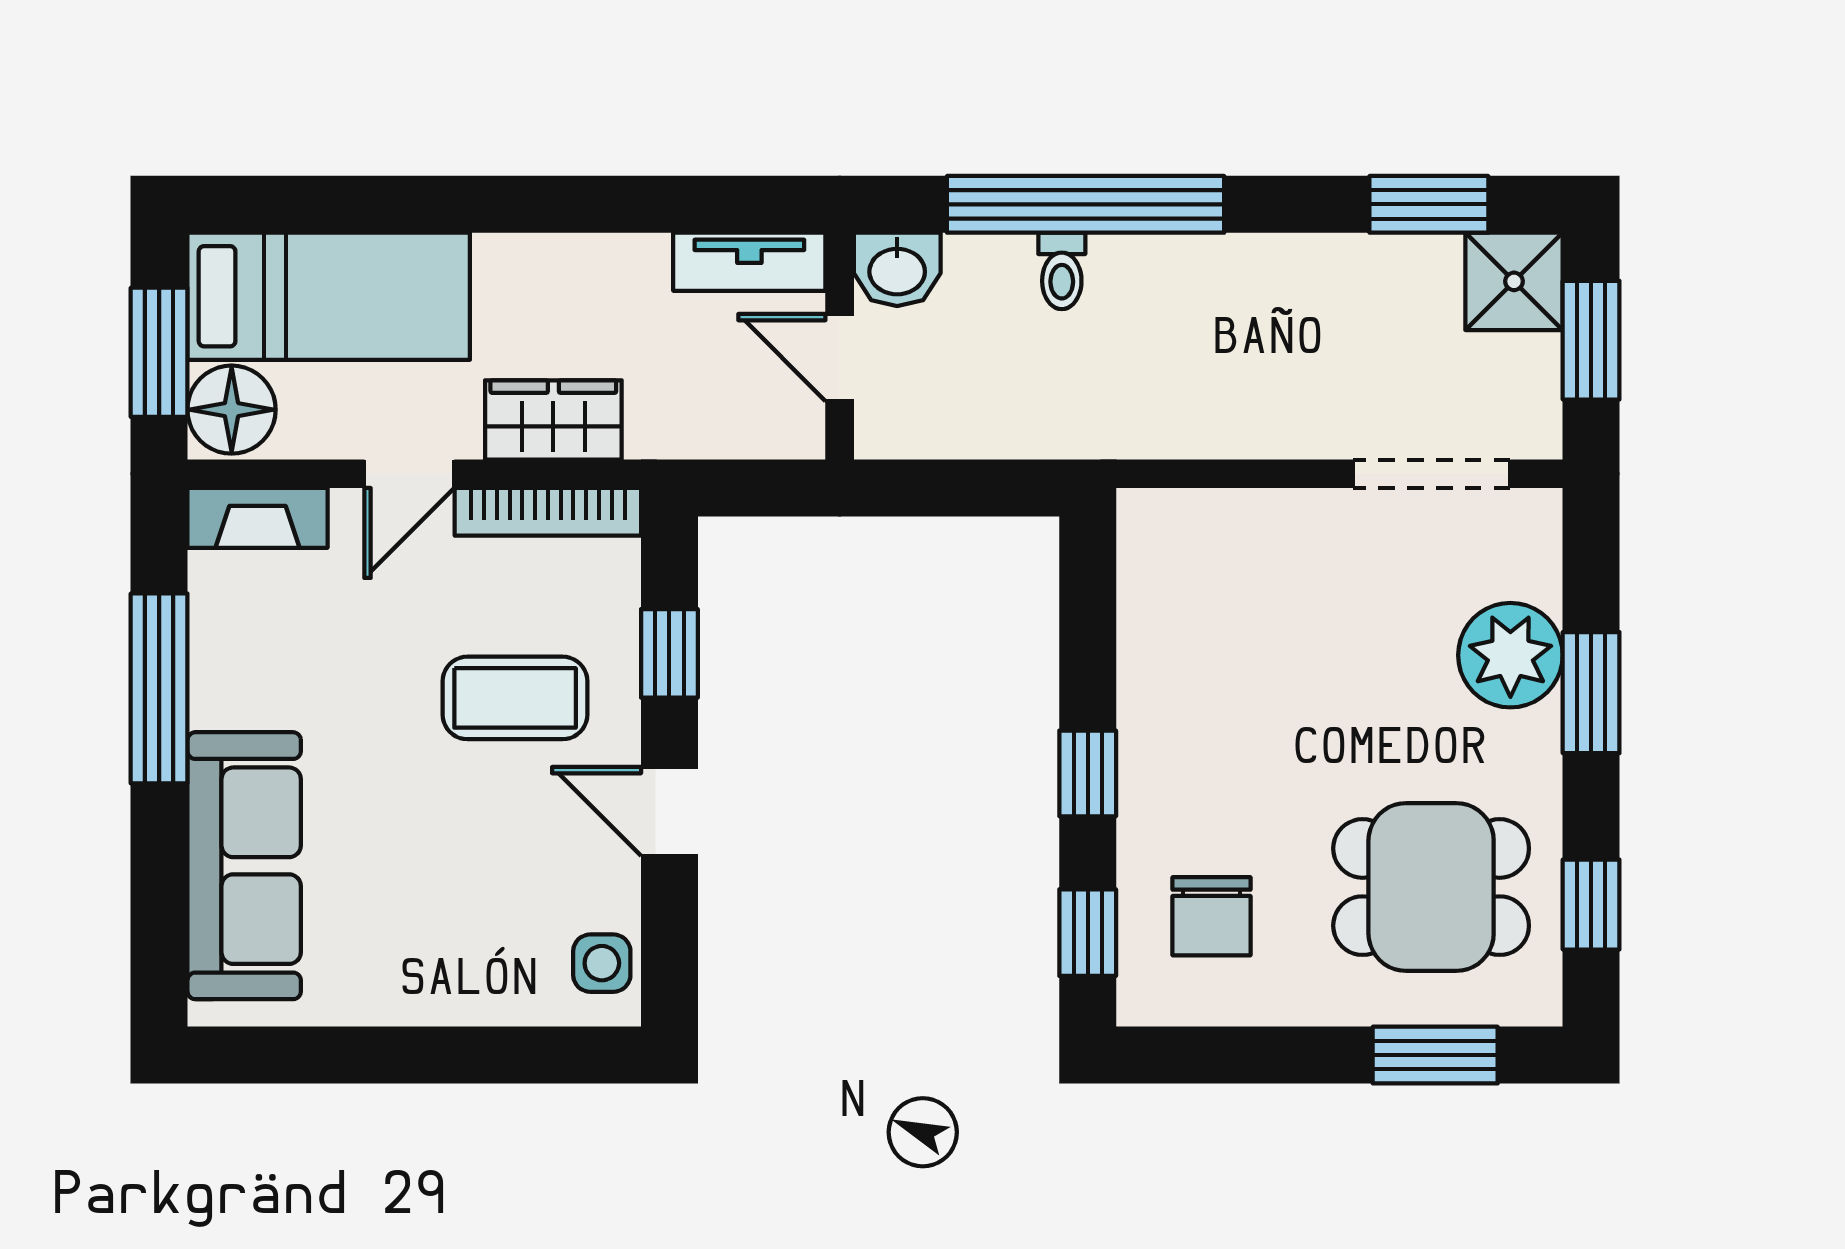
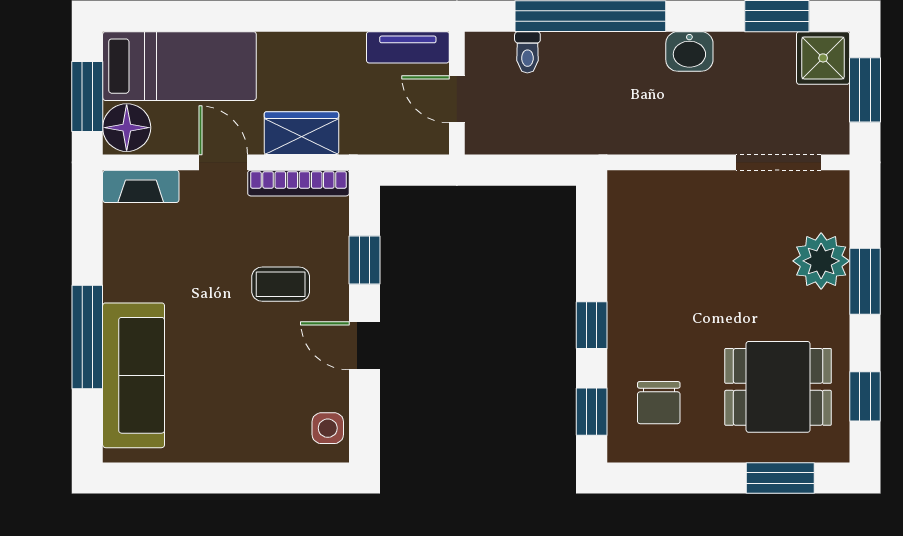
washbasin: (897, 269) -> (689, 51), moved
toilet: (1062, 271) -> (527, 52), moved
door: (409, 474) -> (223, 162), swing flipped
window: (159, 688) -> (87, 337), moved
coffee table: (515, 698) -> (281, 284), width x0.73, depth x0.77

